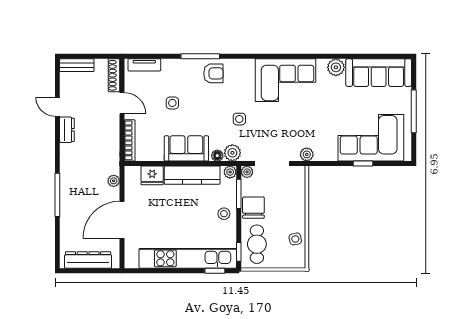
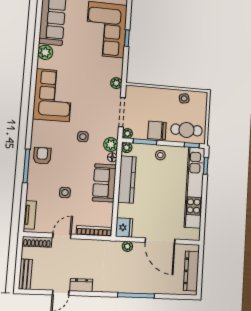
fridge: (152, 175) -> (124, 228), moved

